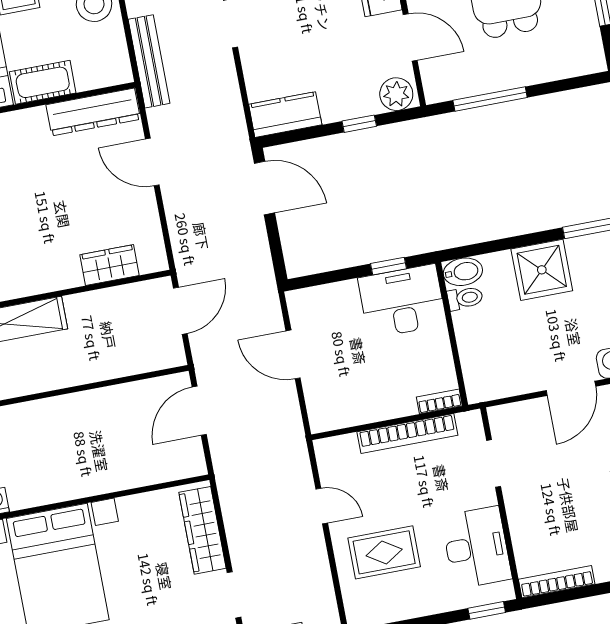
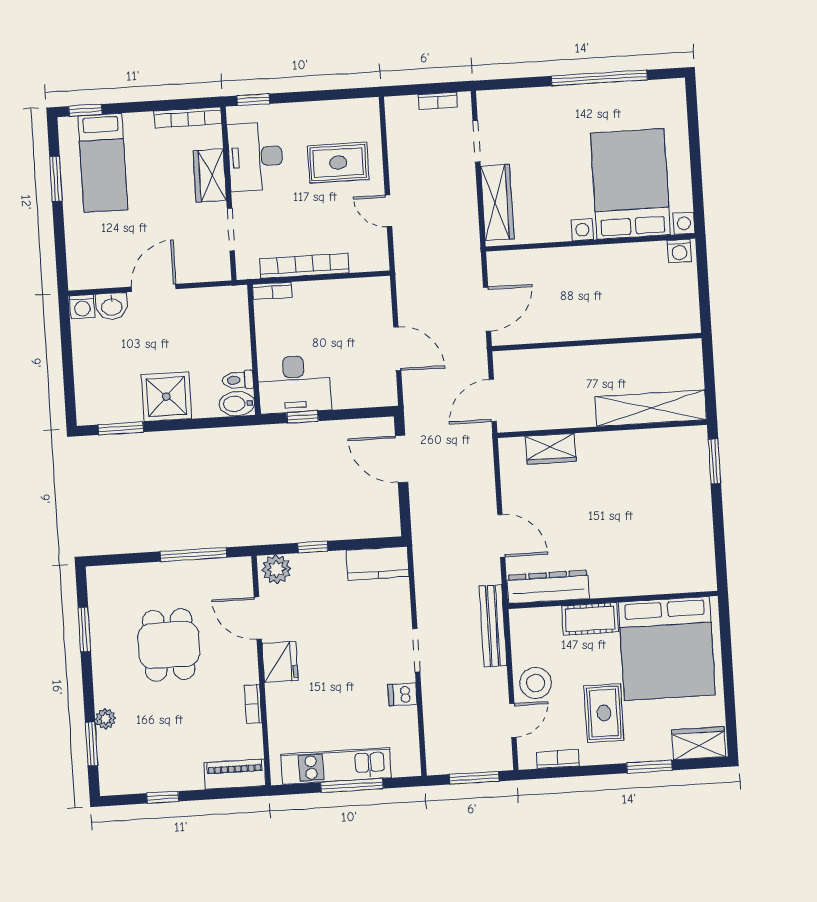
door: (265, 188) -> (402, 459), moved
wardrobe: (524, 520) -> (210, 175), added

